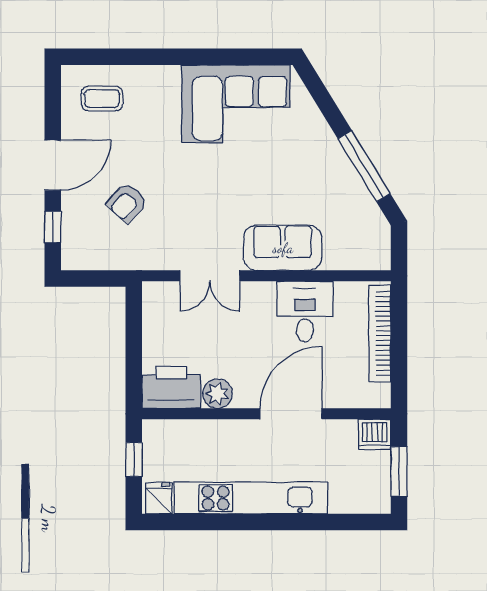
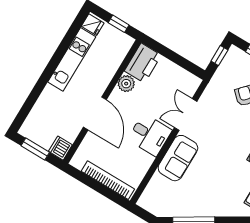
window: (90, 279) -> (219, 55), added
desk: (305, 312) -> (150, 135), moved
kitchen unit: (251, 498) -> (72, 59), width x0.73

